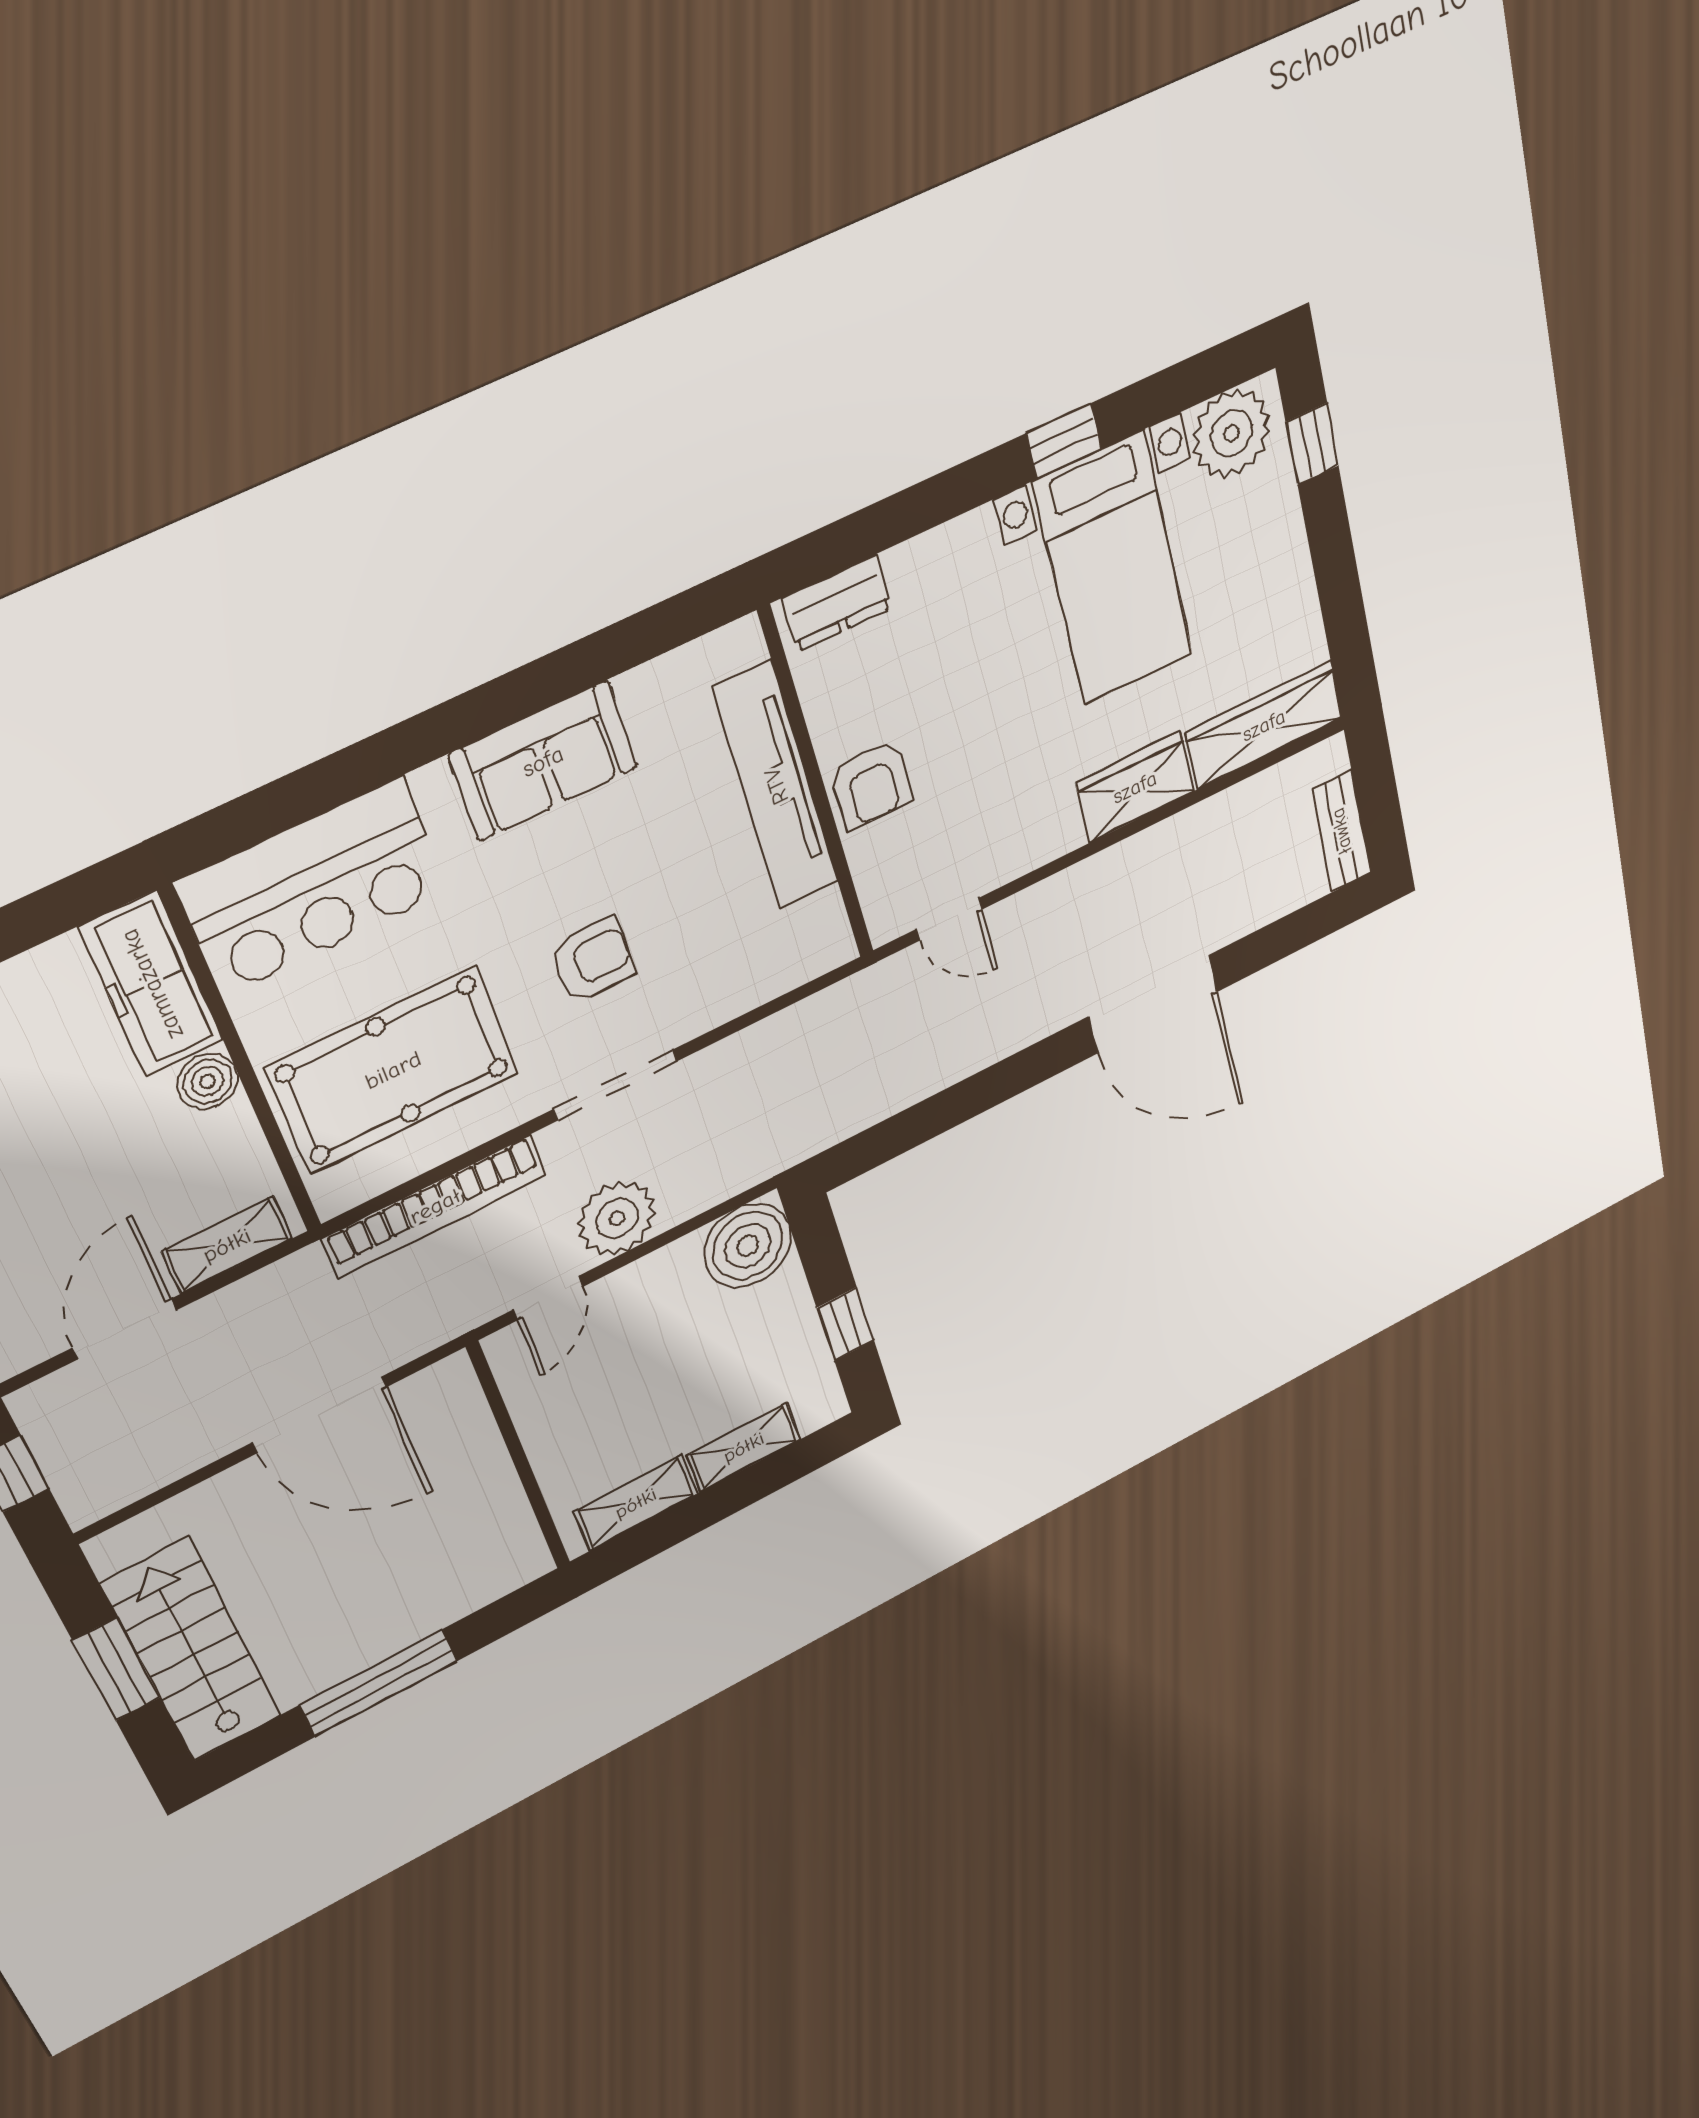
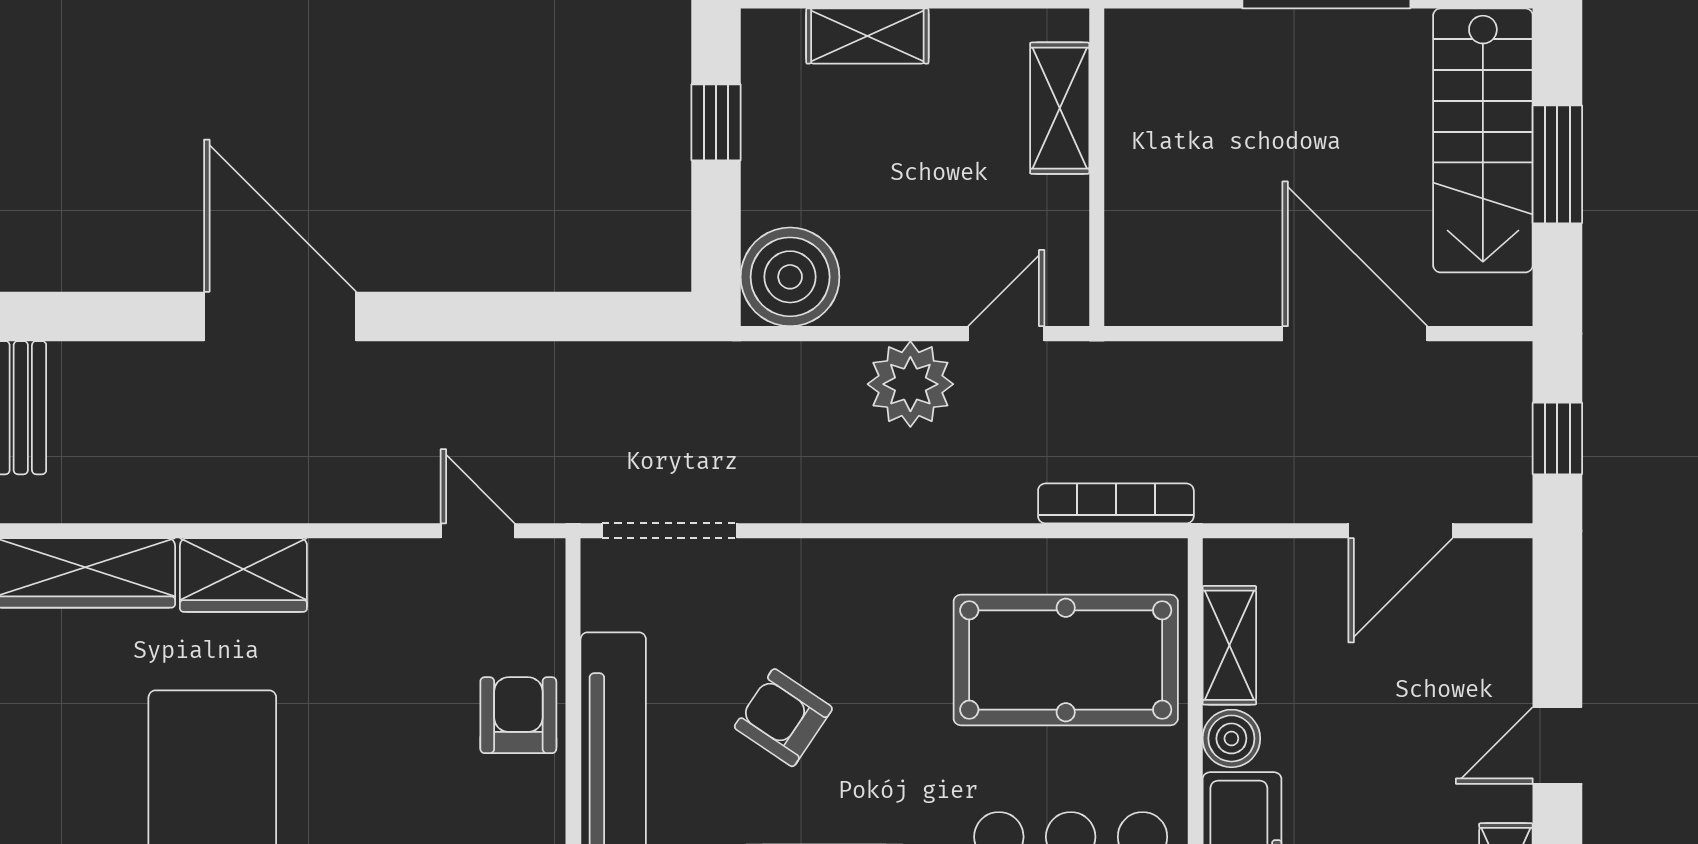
armchair: (592, 960) -> (783, 718), moved, turned 34
doorway: (615, 1085) -> (669, 531), moved
bookcase: (435, 1206) -> (1116, 503), width x0.68, depth x0.76
shelving: (227, 1245) -> (1229, 645), moved, turned 90
door: (320, 1415) -> (1355, 334), moved
shelving: (636, 1503) -> (1060, 108), moved, turned 90

